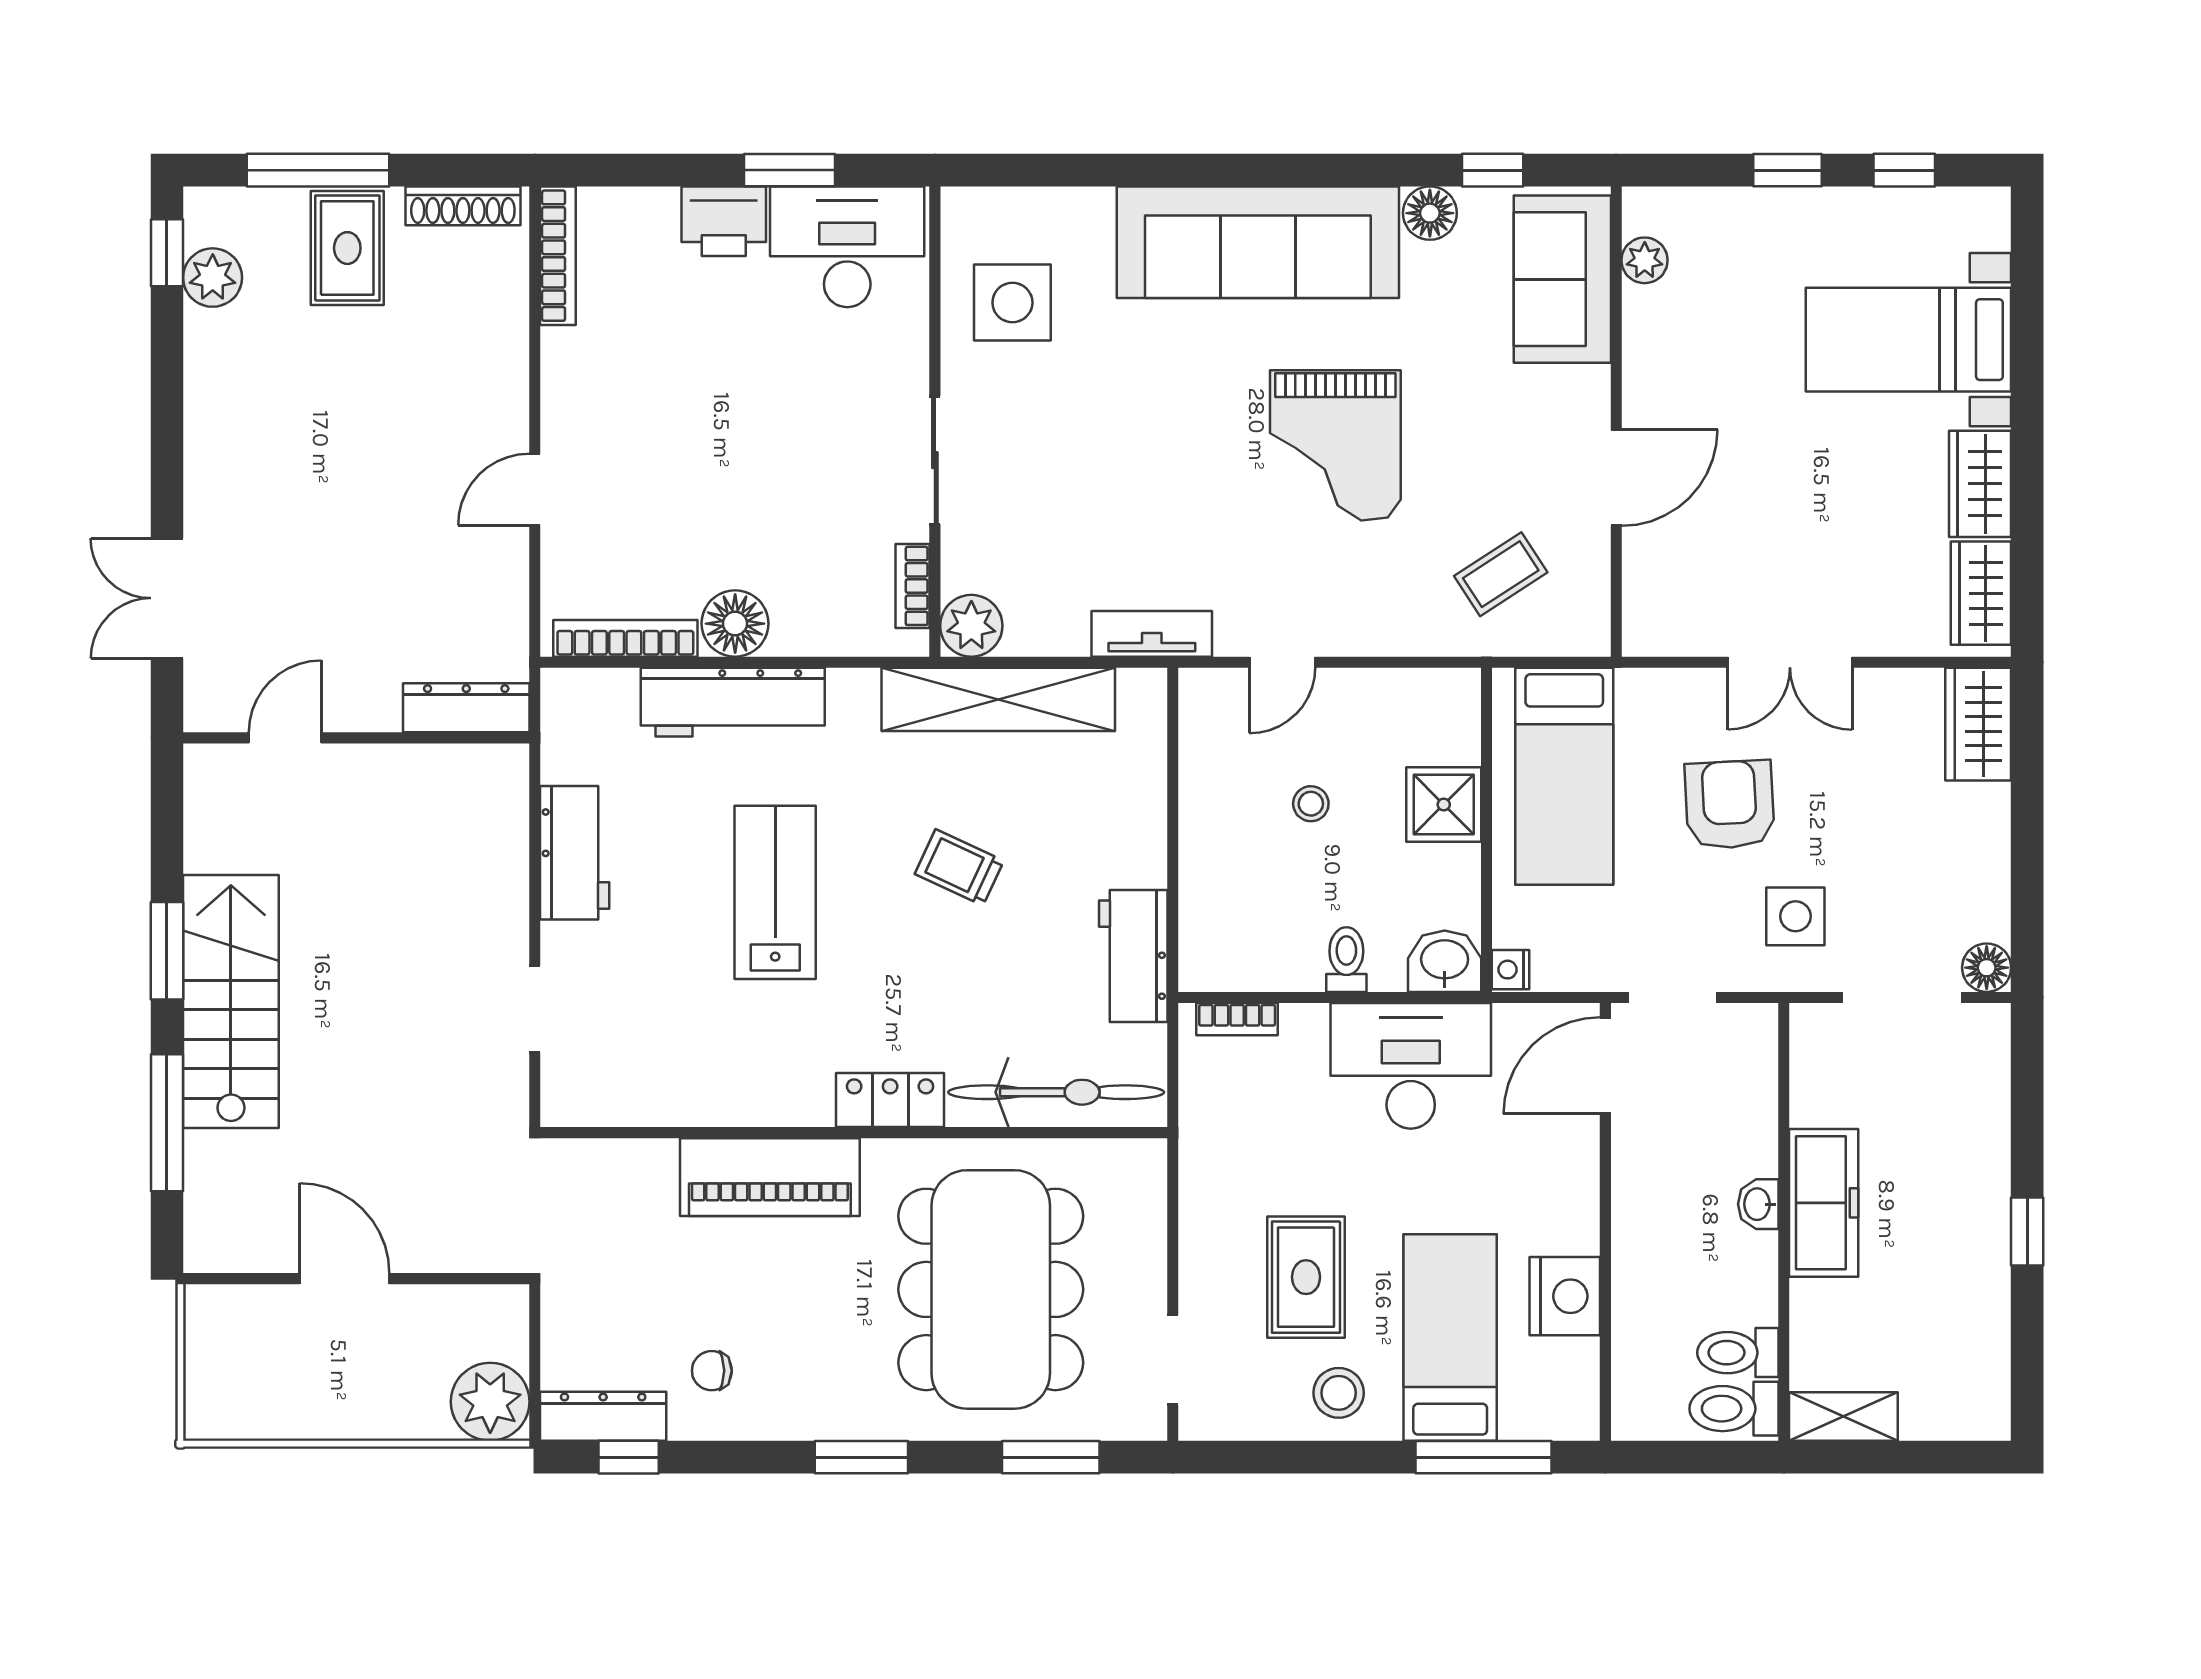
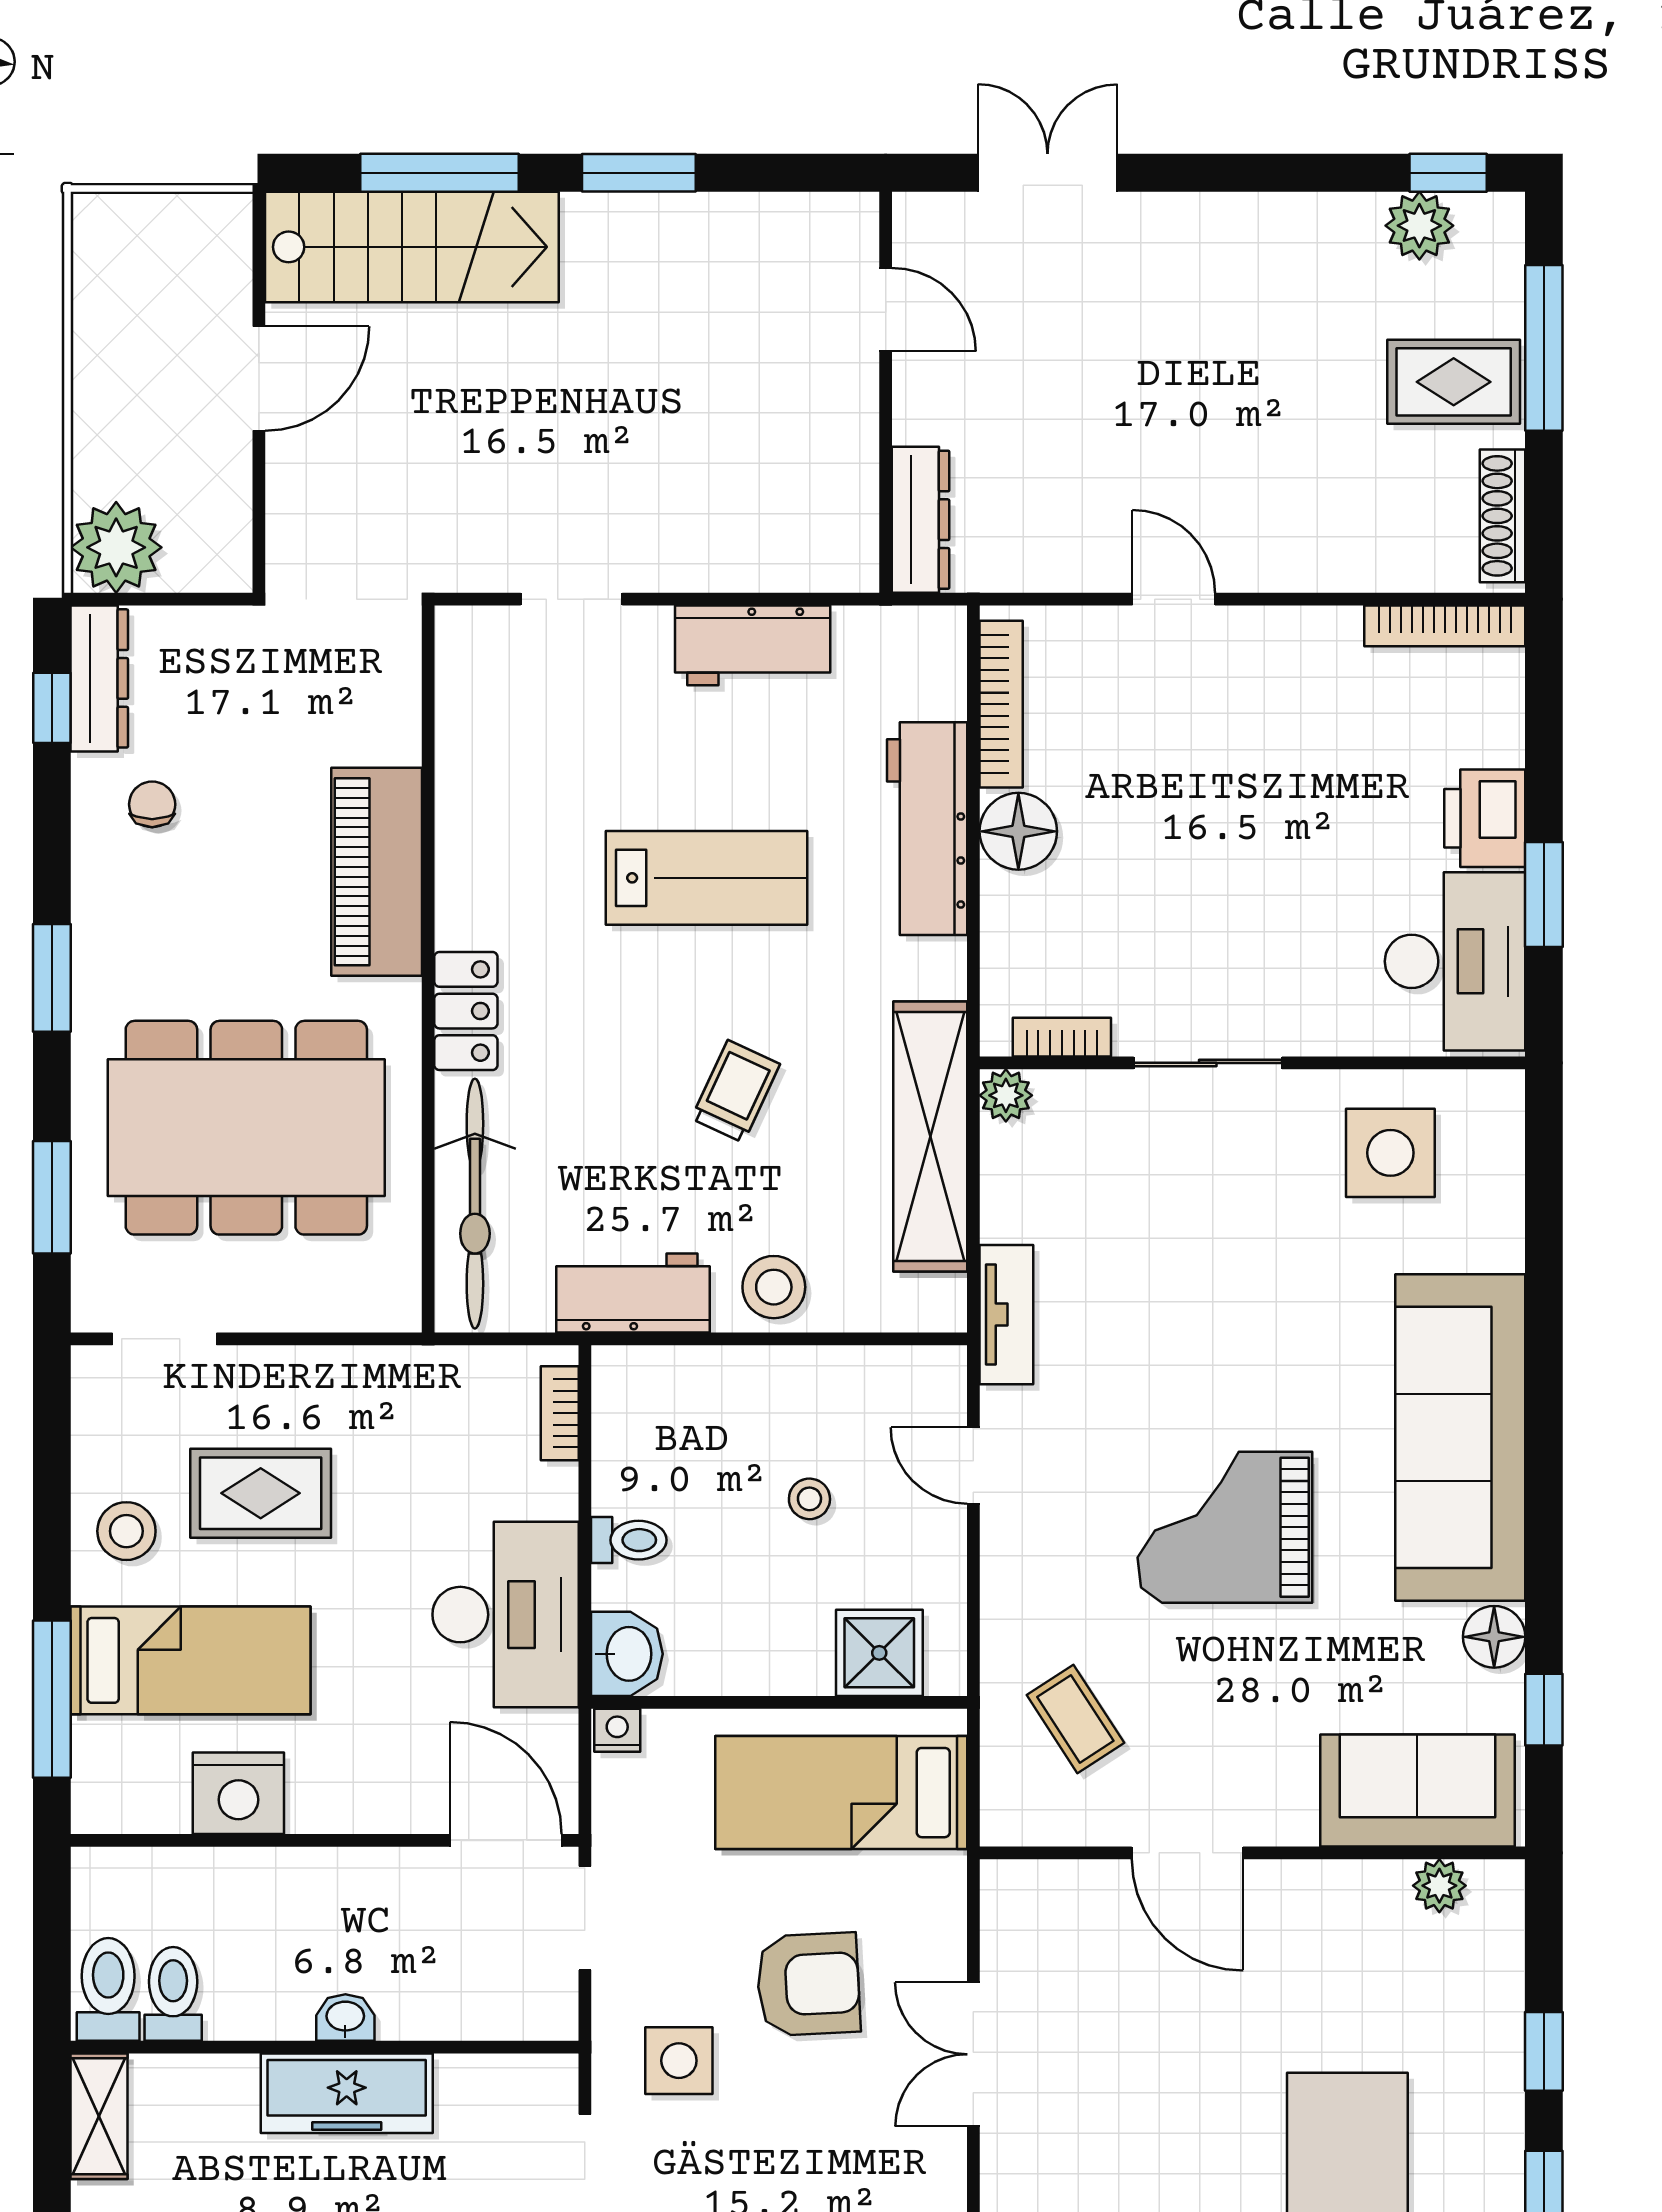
plant: (971, 626) -> (1006, 1095), width x0.73, depth x0.73
shower: (1444, 805) -> (879, 1653), moved
stool: (1128, 834) -> (774, 1287), added
stairs: (231, 1001) -> (412, 247), moved

